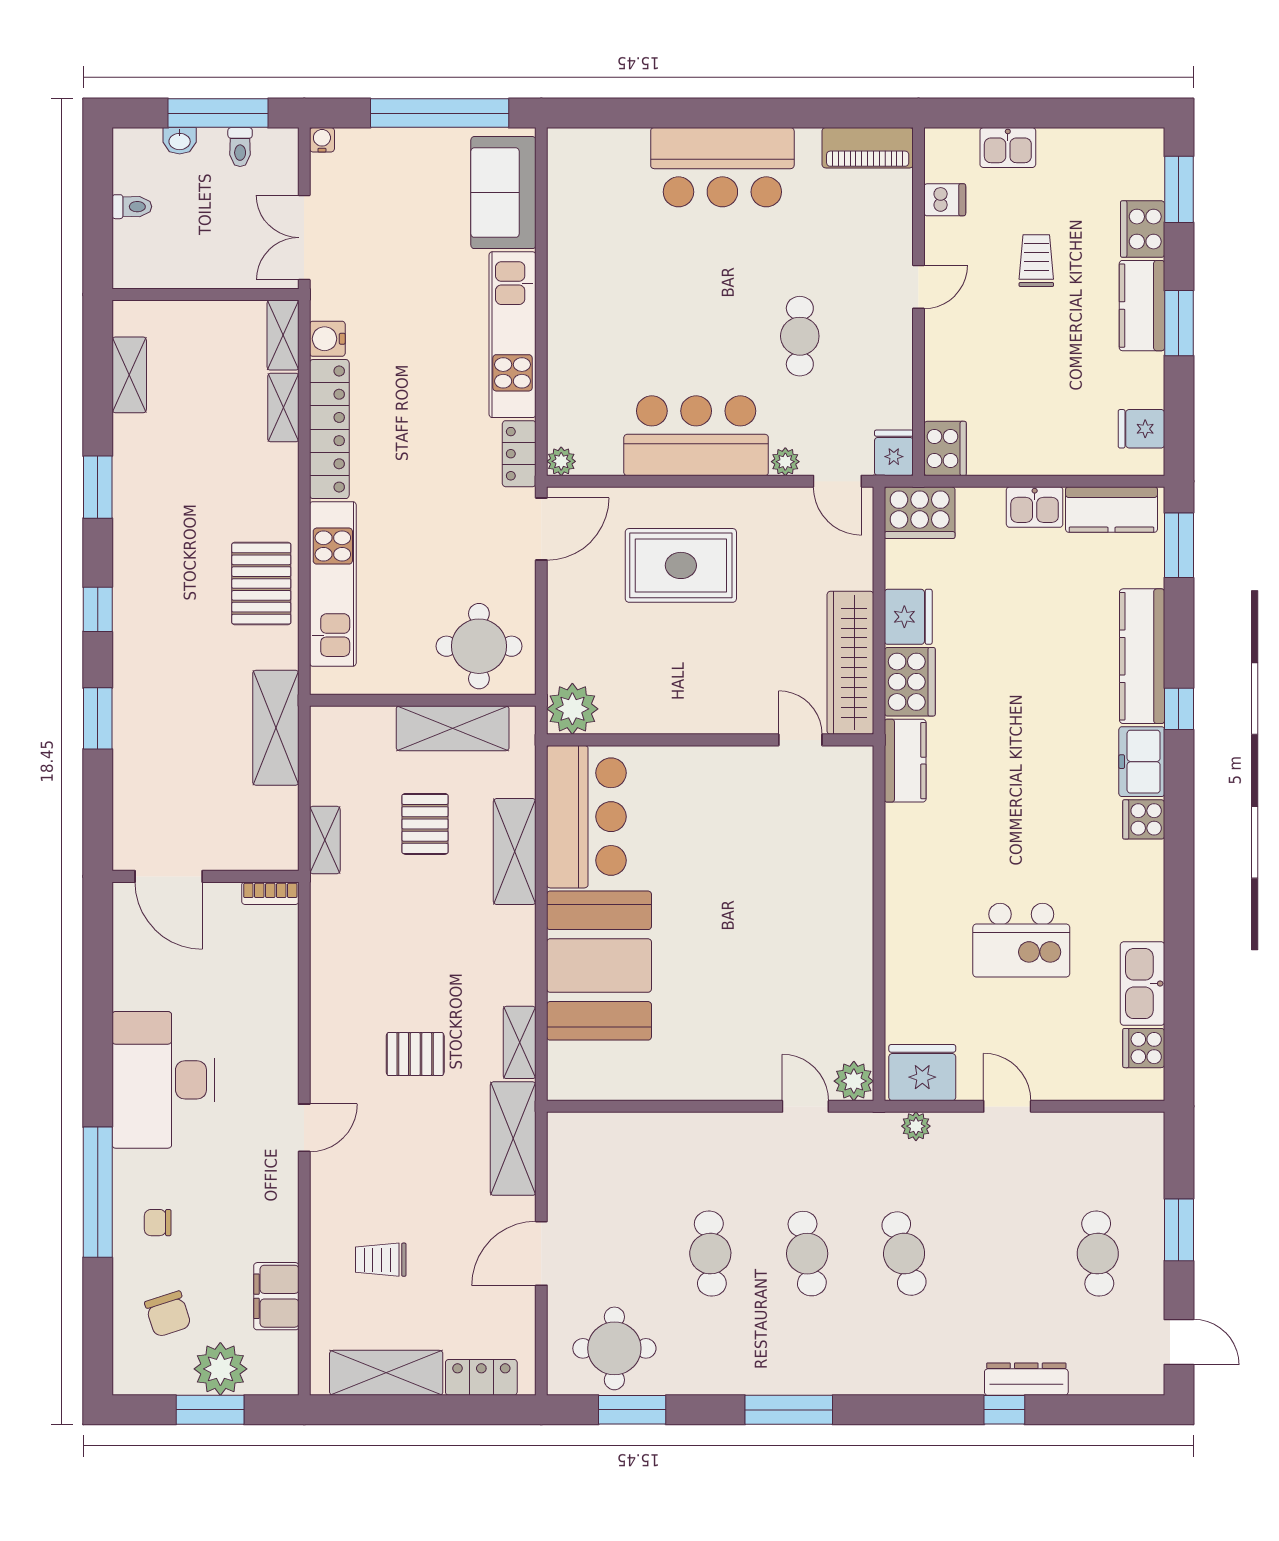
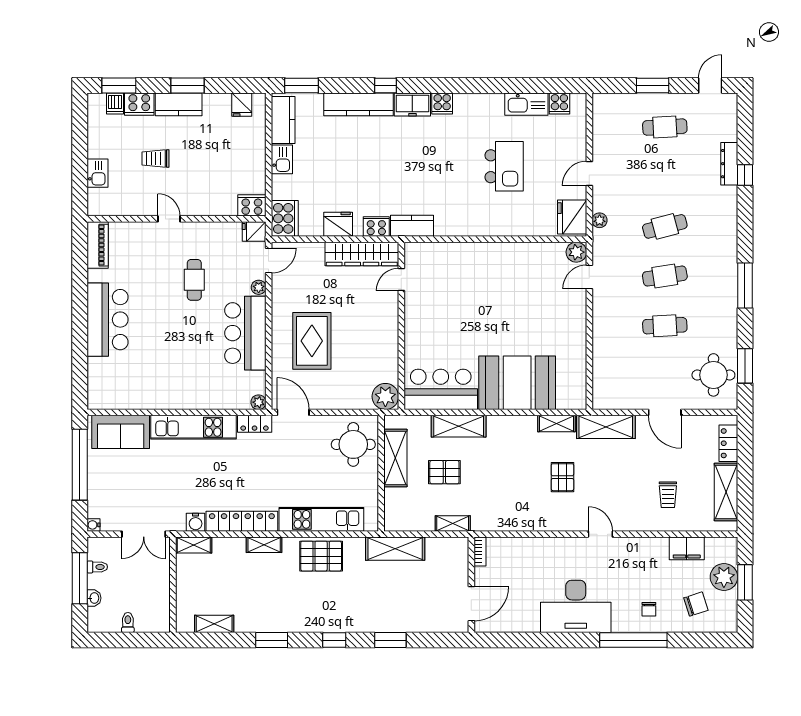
dishwasher: (945, 200) -> (115, 103), moved, turned 180
cafe table: (800, 336) -> (194, 280), turned 90
shelving: (283, 408) -> (264, 545), moved
cooker: (910, 682) -> (376, 227), width x0.73, depth x0.76

